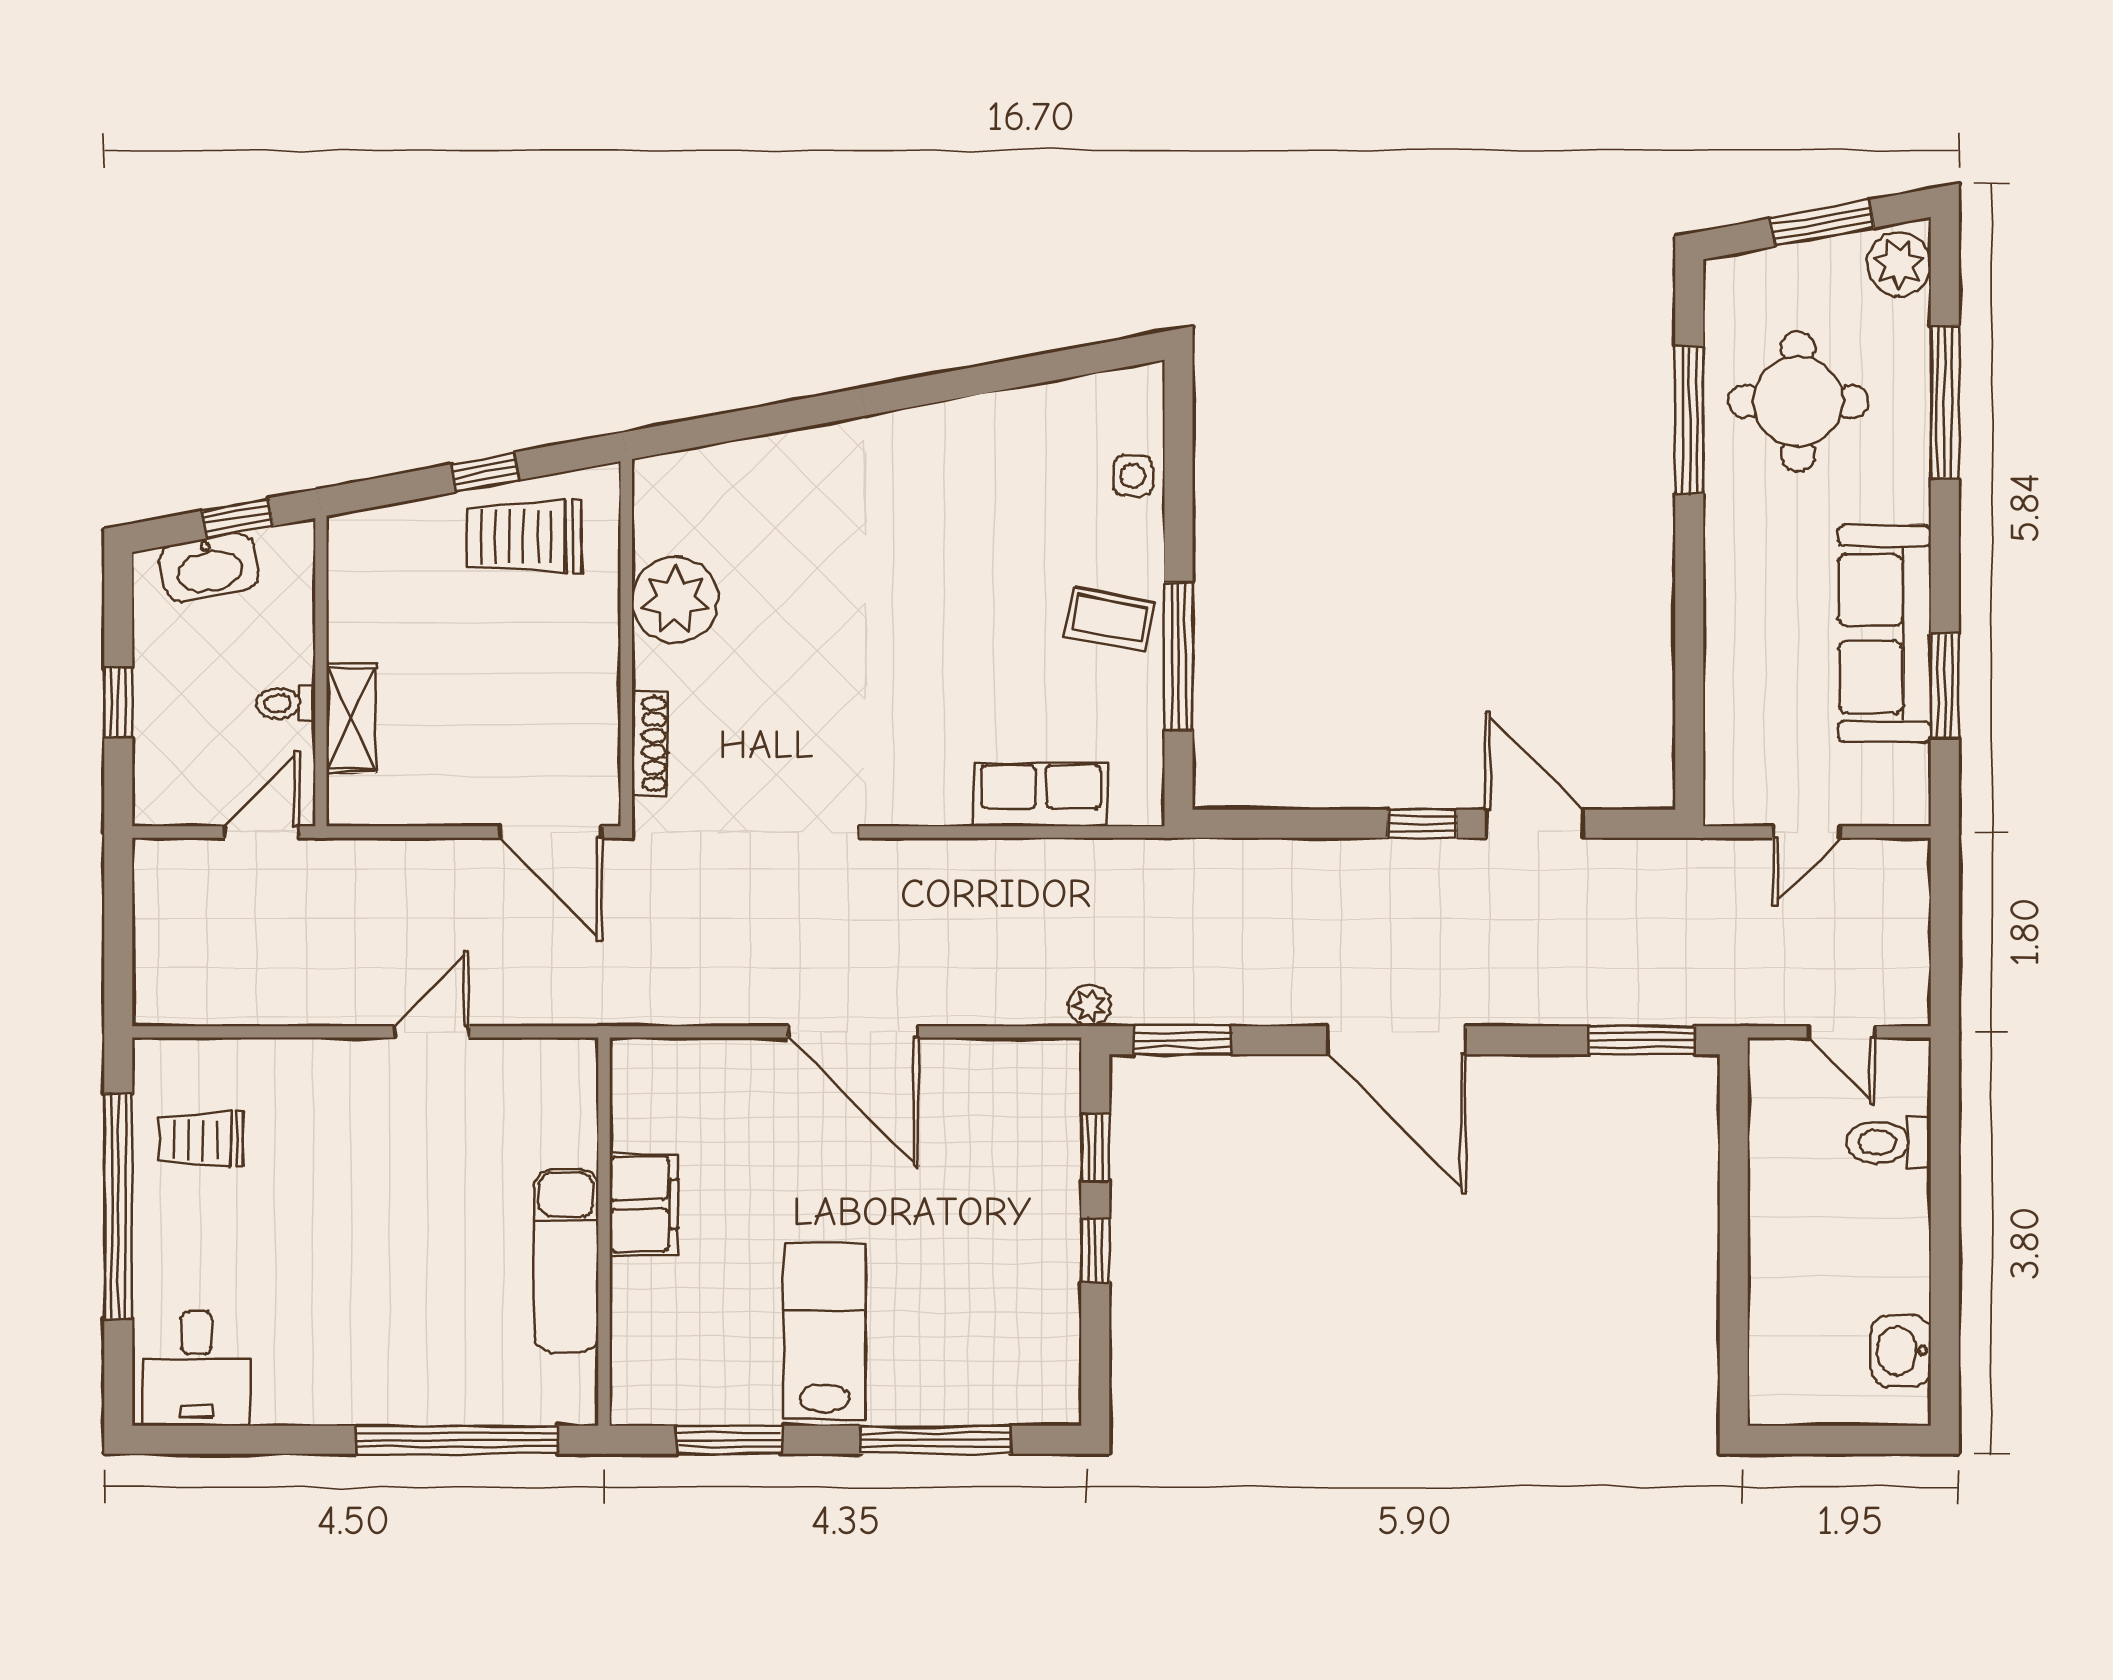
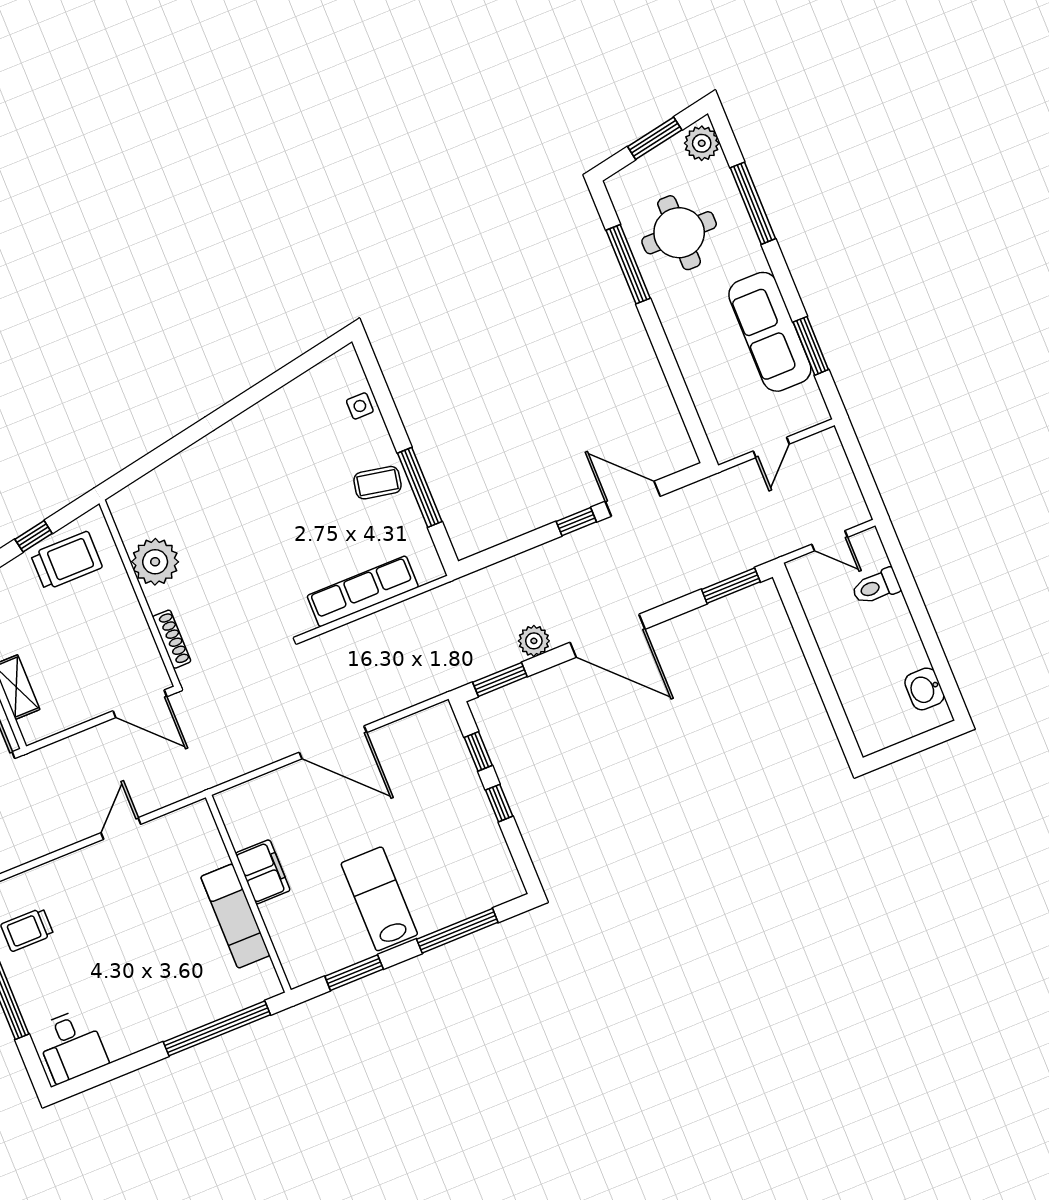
trolley: (524, 537) -> (66, 561), turned 180
row of seats: (1041, 795) -> (363, 591), width x1.48
plant: (1089, 1006) -> (534, 641), moved, width x1.38, depth x1.38

